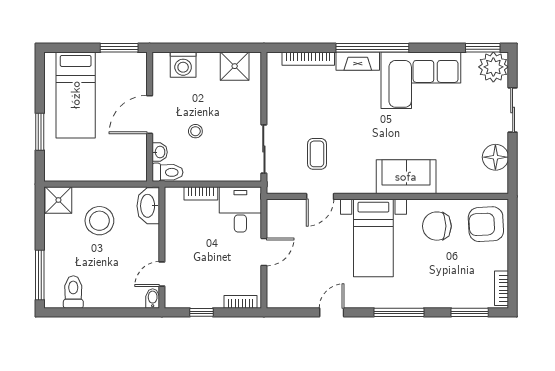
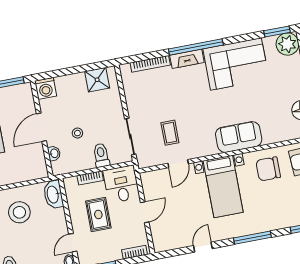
washing machine: (183, 65) -> (46, 88), moved
toilet: (167, 172) -> (101, 155), moved, turned -90
rug: (203, 243) -> (98, 215), added

